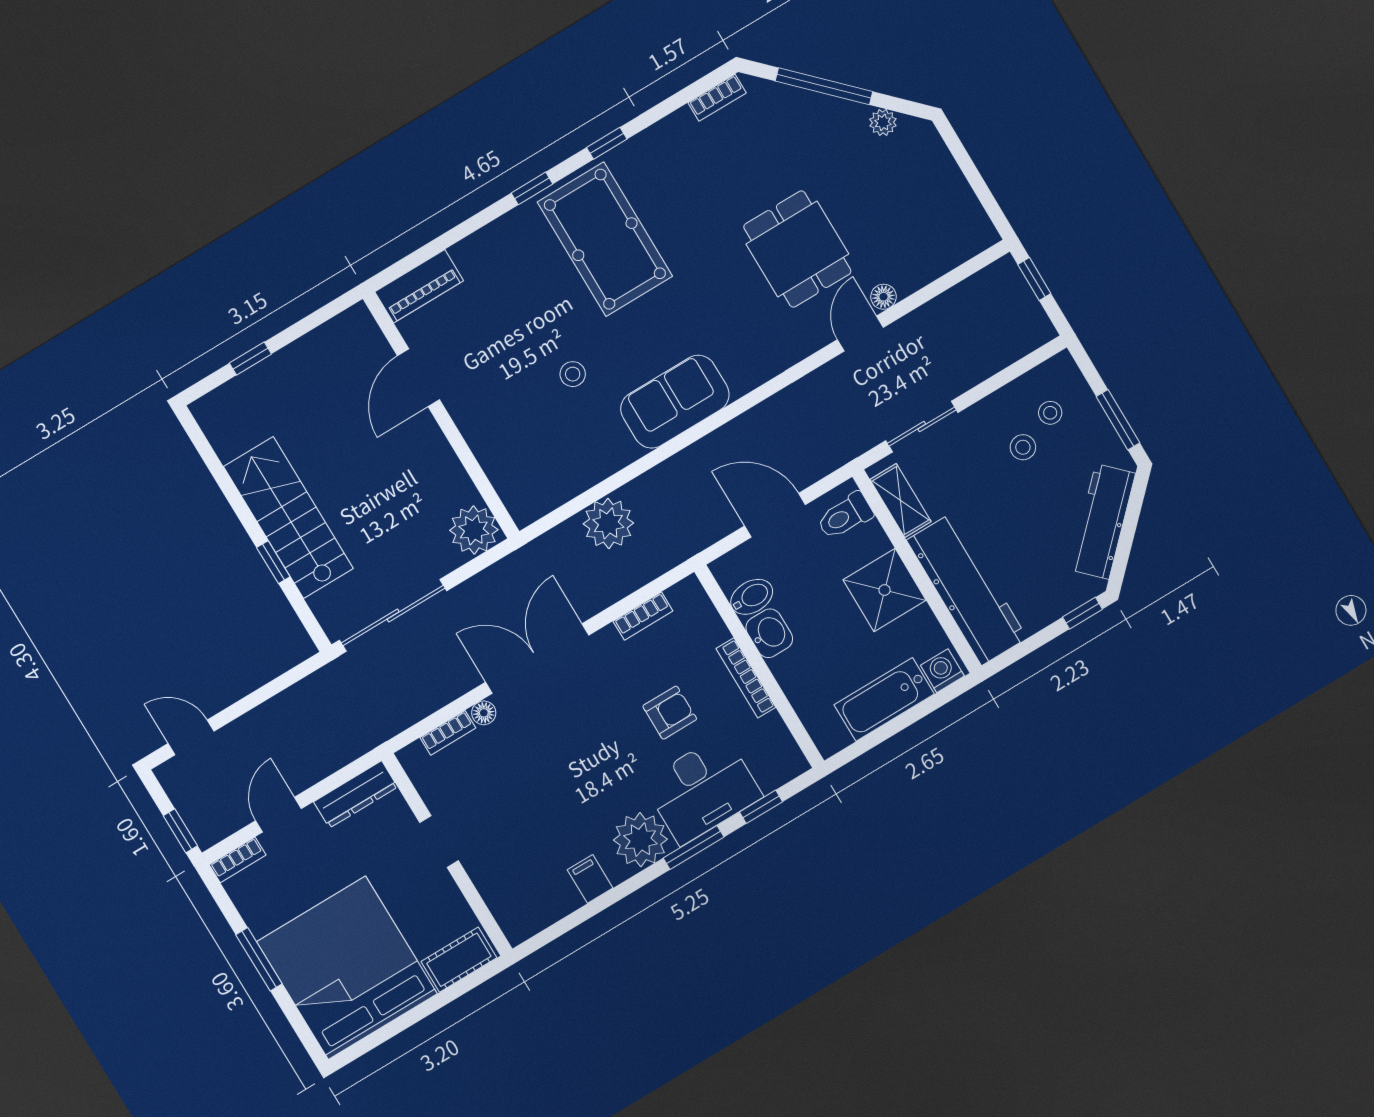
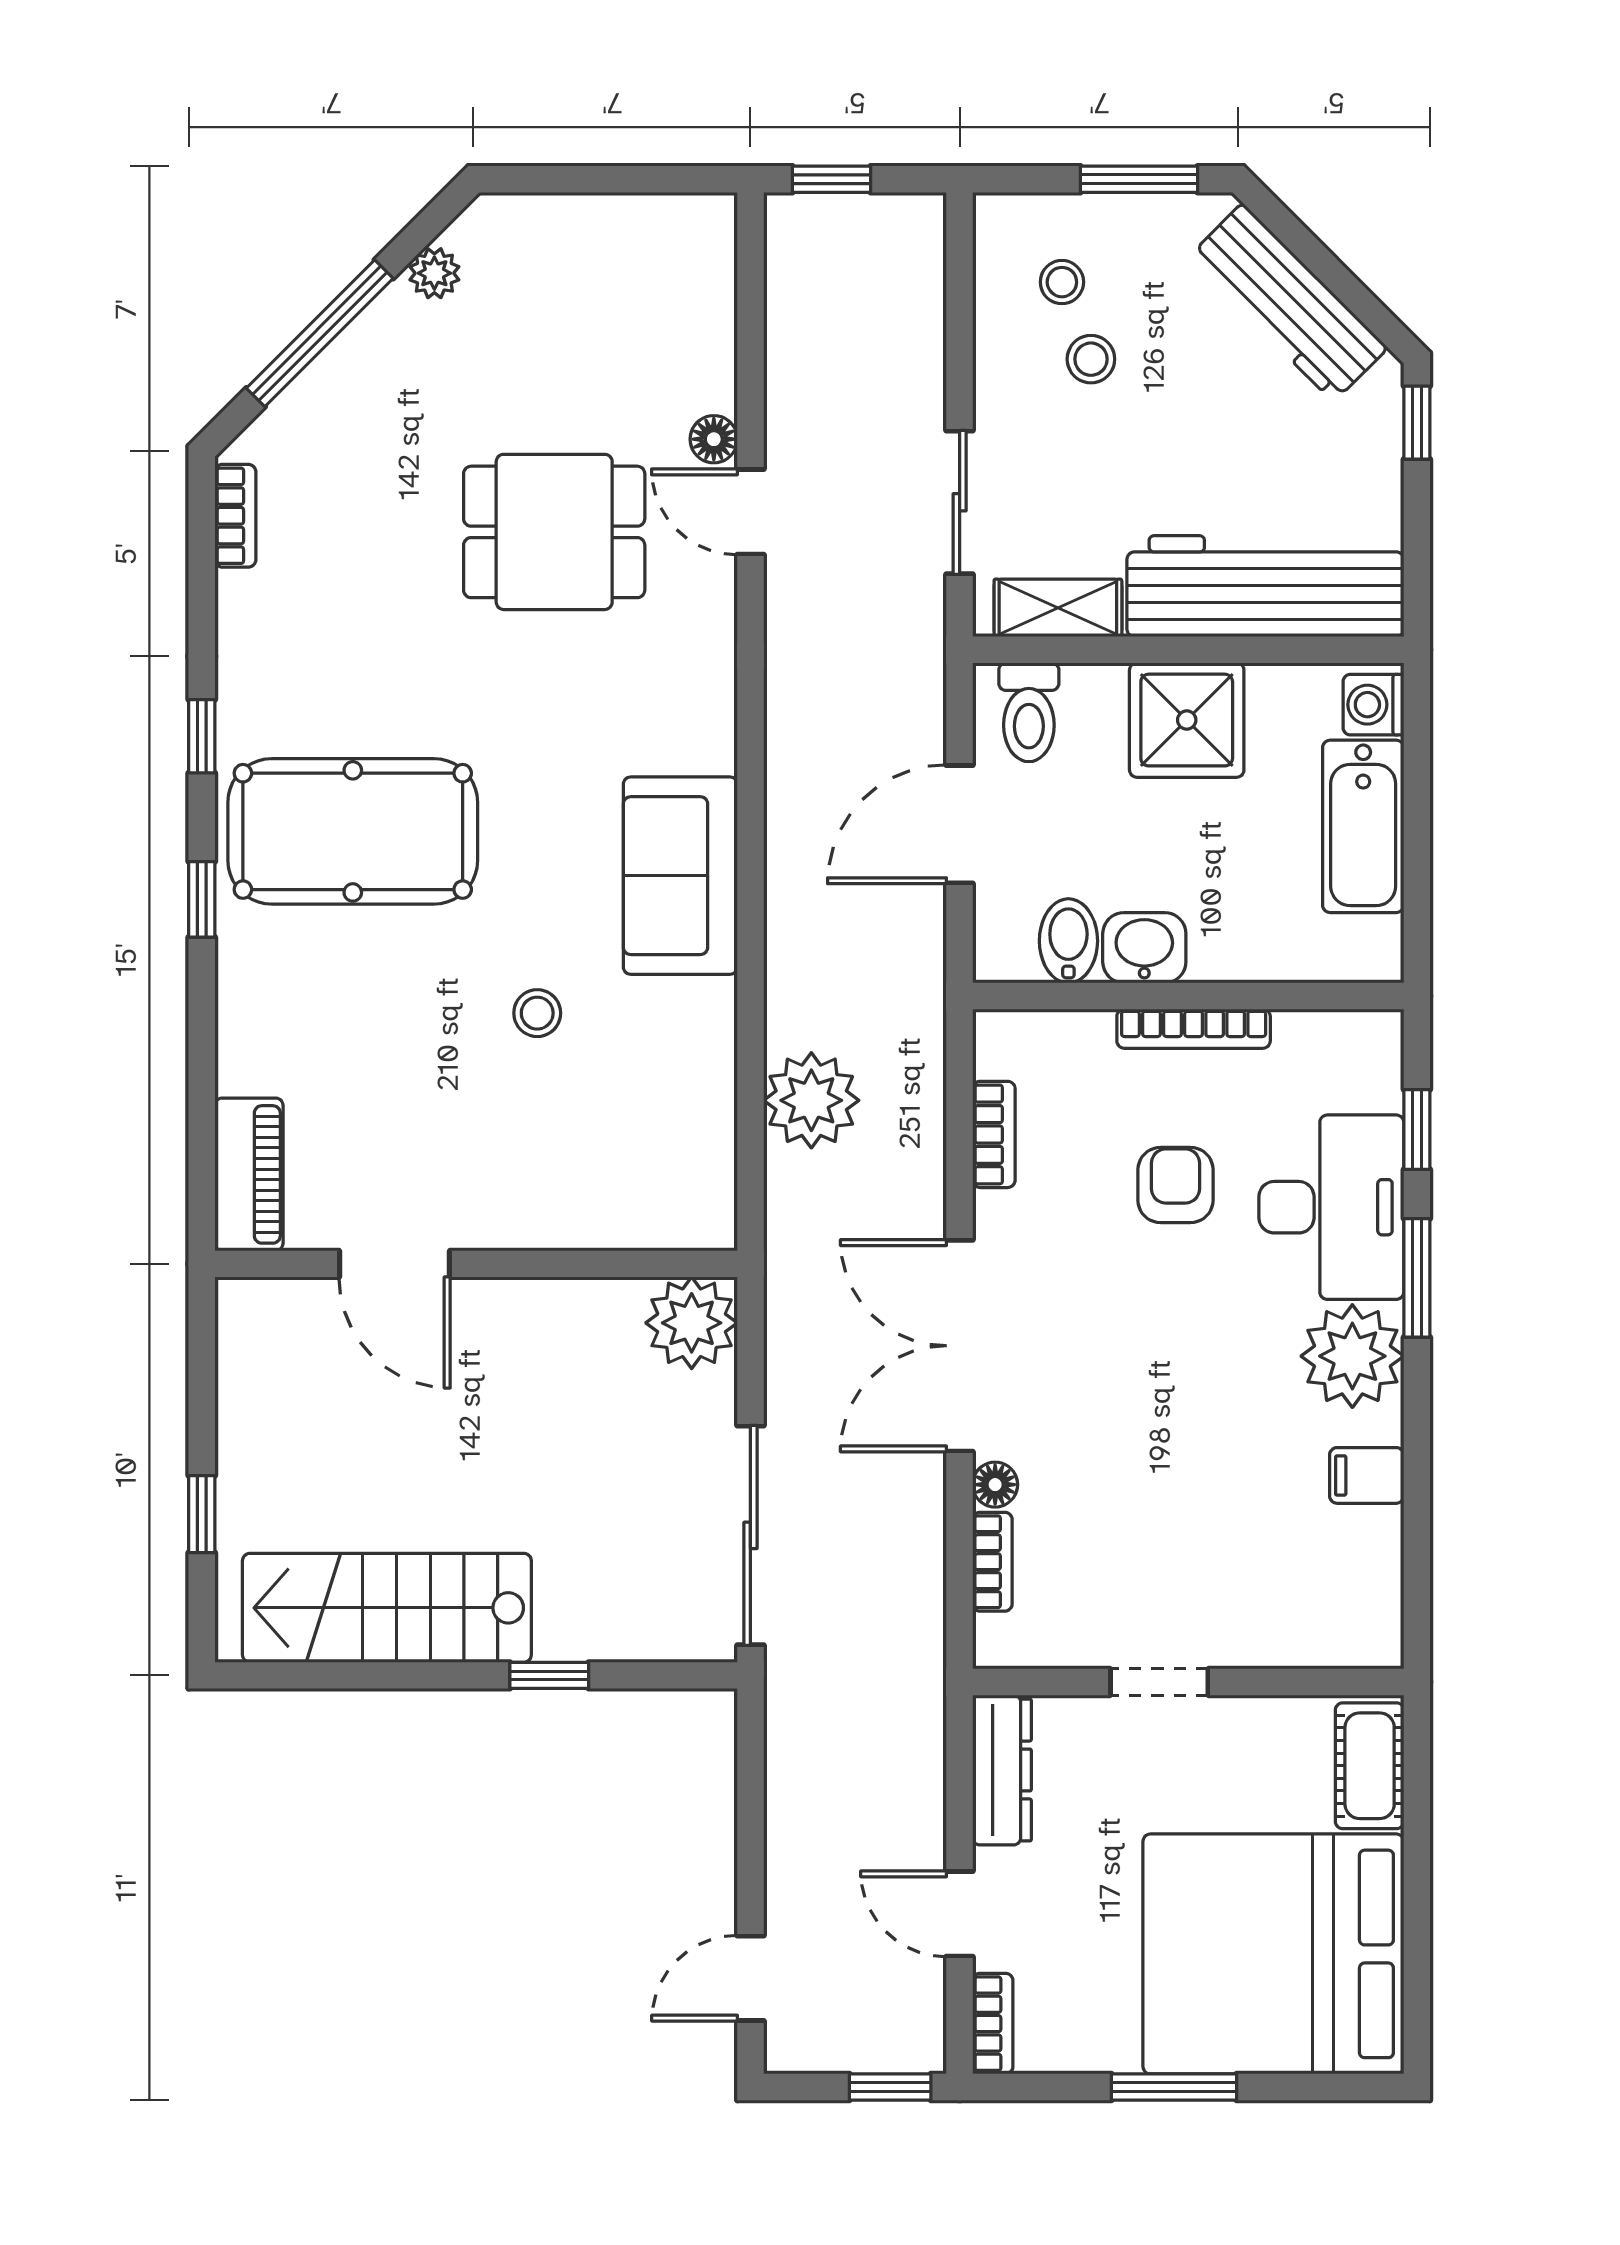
stairs: (288, 518) -> (387, 1608), moved

